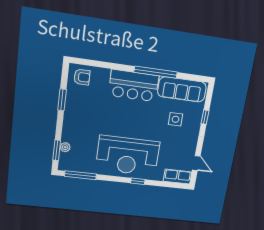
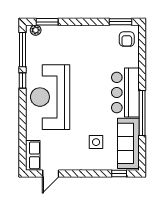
window: (62, 100) -> (120, 22), moved
window: (205, 117) -> (119, 173), moved
plant: (65, 147) -> (36, 30), moved
window: (138, 181) -> (23, 80), moved

